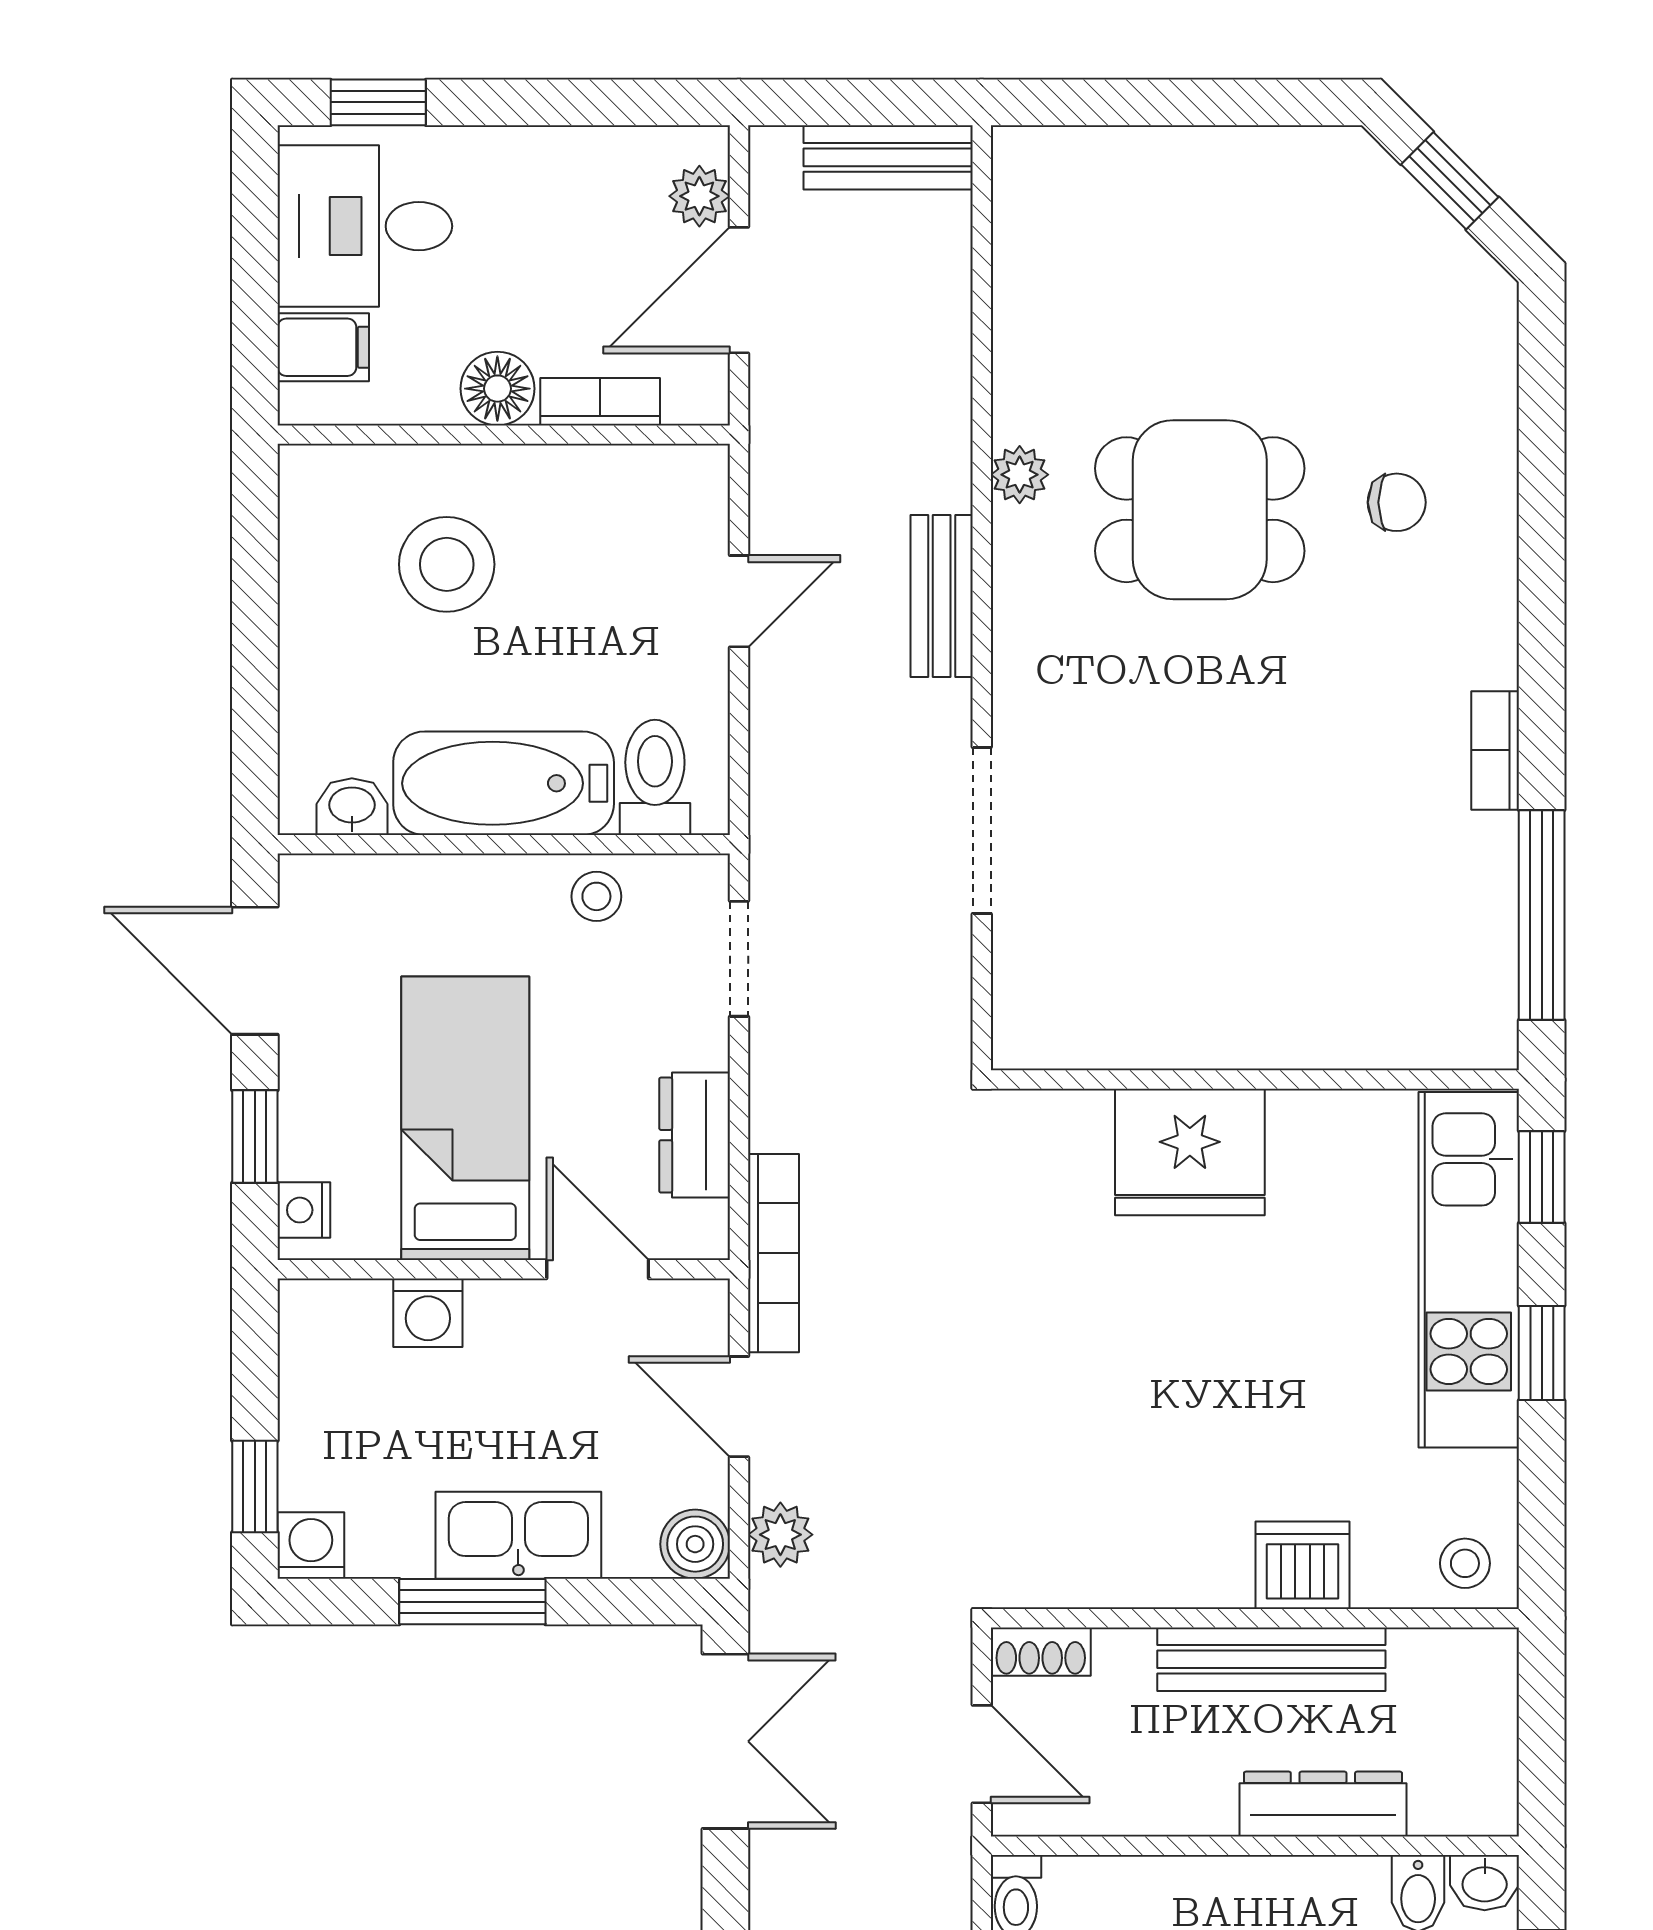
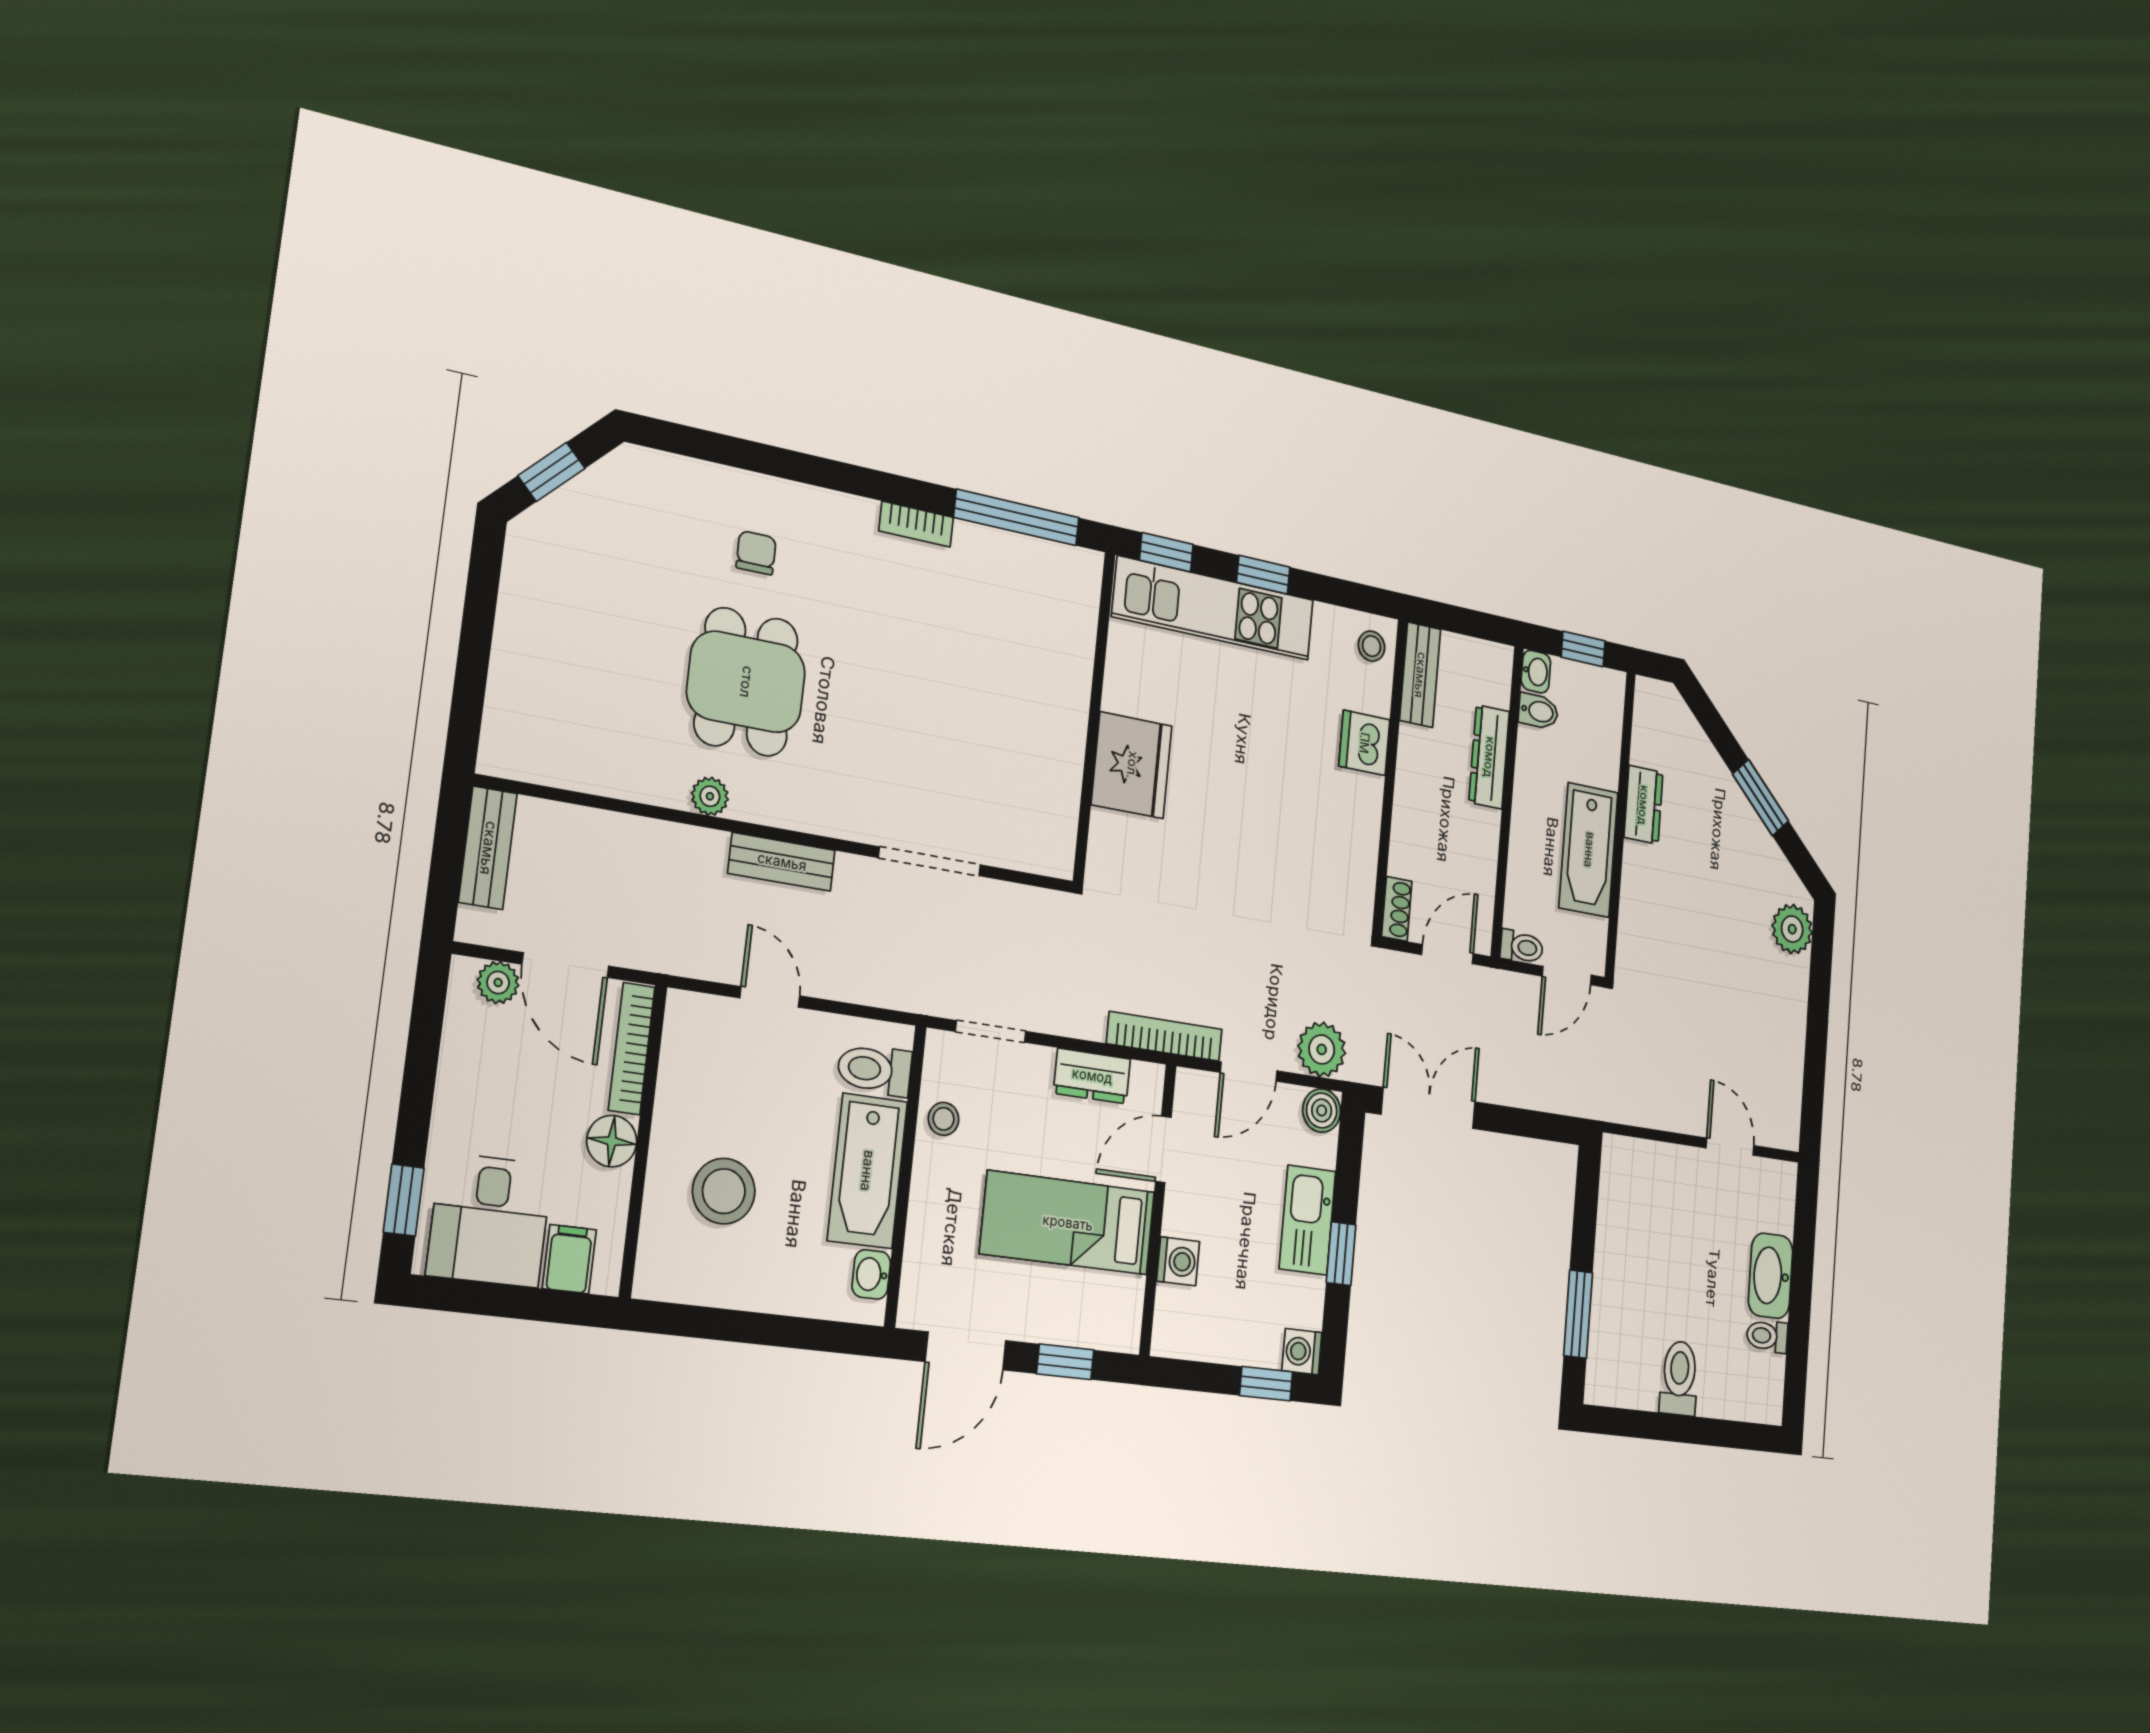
bookcase: (600, 402) -> (632, 1049), width x1.56
nightstand: (304, 1210) -> (1111, 1334), removed
plant: (780, 1535) -> (1322, 1049), width x1.38, depth x1.38
window: (472, 1602) -> (1341, 1254), width x0.67
bench: (1271, 1659) -> (1420, 675), moved, width x0.73

